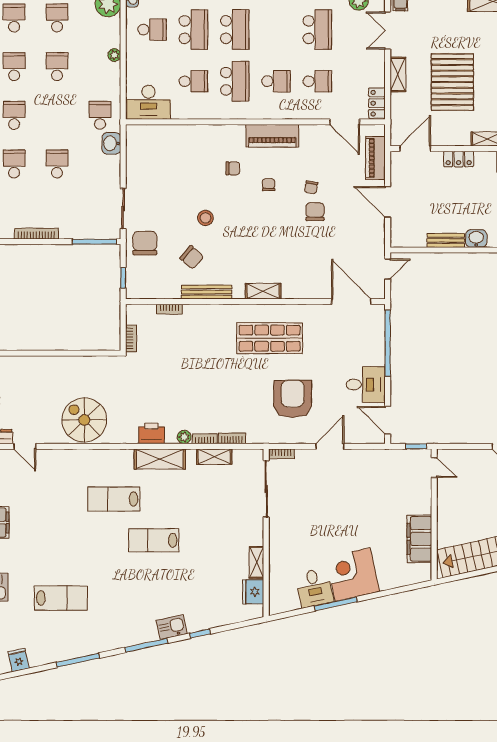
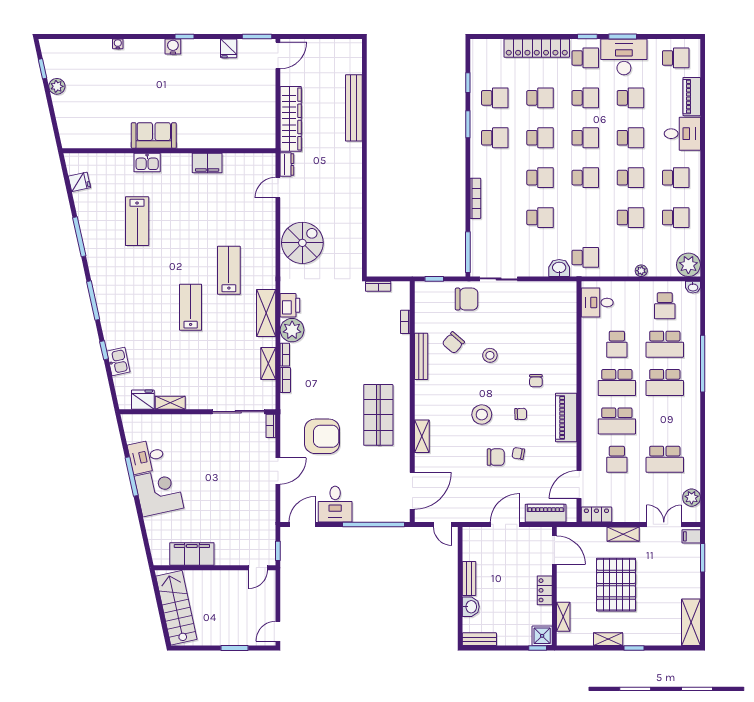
school desk: (276, 81) -> (617, 421), width x1.85
pallet: (452, 82) -> (616, 585), turned 90
desk: (149, 102) -> (597, 303), width x0.73
stool: (269, 227) -> (482, 415), added
shelving: (263, 291) -> (422, 436), moved
plant: (184, 437) -> (292, 330), width x1.87, depth x1.87
door: (330, 446) -> (278, 471), hinge flipped
kitchen sink: (172, 627) -> (118, 362), moved

